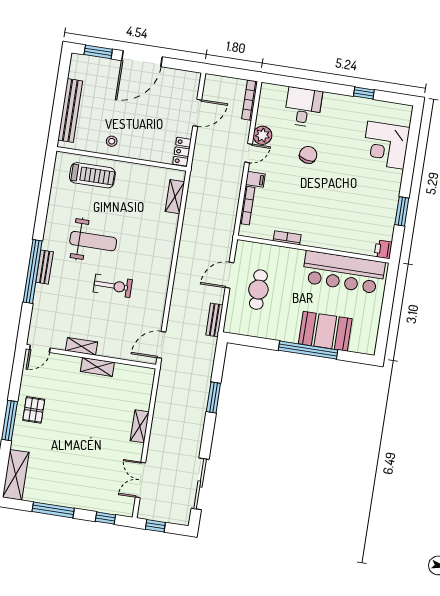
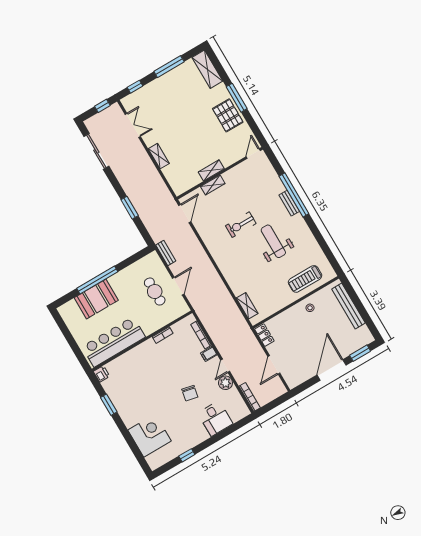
weight bench: (93, 241) -> (273, 241), turned 90
shelving: (82, 346) -> (213, 185), moved
pallet: (34, 410) -> (228, 115), width x1.50, depth x1.42

